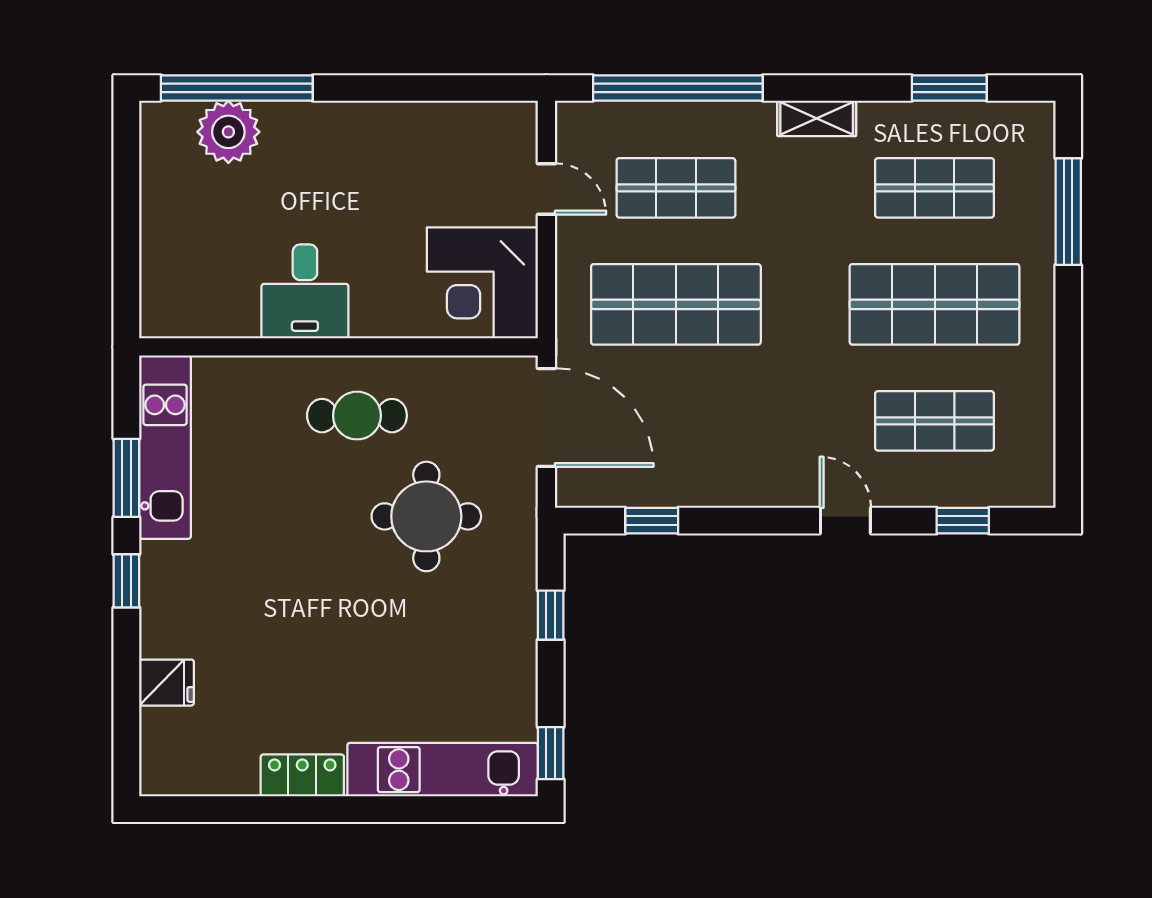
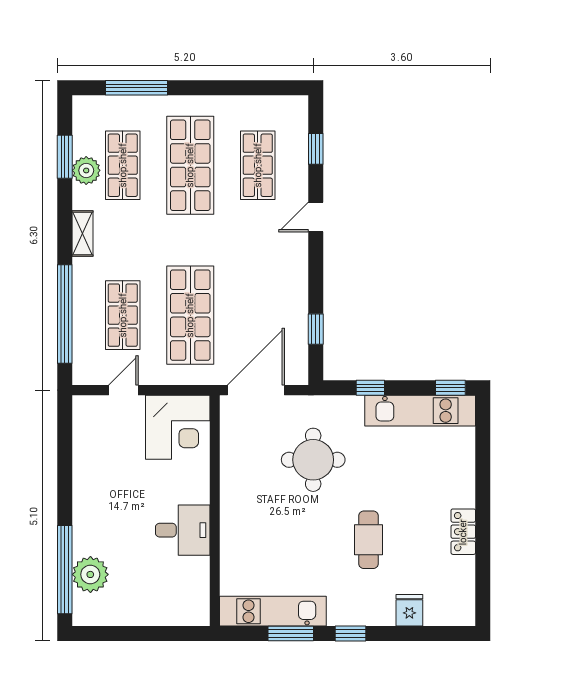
plant: (925, 125) -> (86, 170), added
cafe table: (357, 416) -> (369, 540), moved
kitchen unit: (443, 770) -> (420, 411), moved, turned -90

